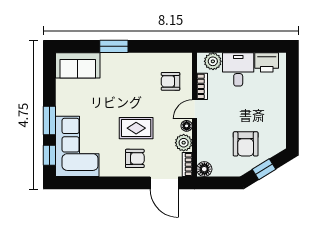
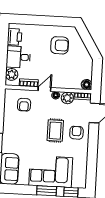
door: (194, 109) -> (44, 89), swing flipped
armchair: (246, 144) -> (60, 45), moved
corner sofa: (77, 146) -> (51, 172), moved
window: (264, 169) -> (89, 43), removed

